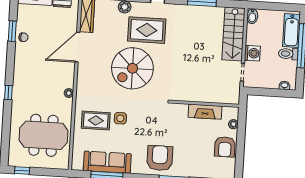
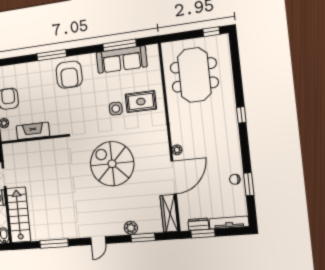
rug: (147, 30) -> (104, 206), removed
spiral stairs: (132, 68) -> (112, 164), turned -90
plant: (69, 93) -> (177, 150), moved
meeting table: (43, 135) -> (194, 75), turned 90

